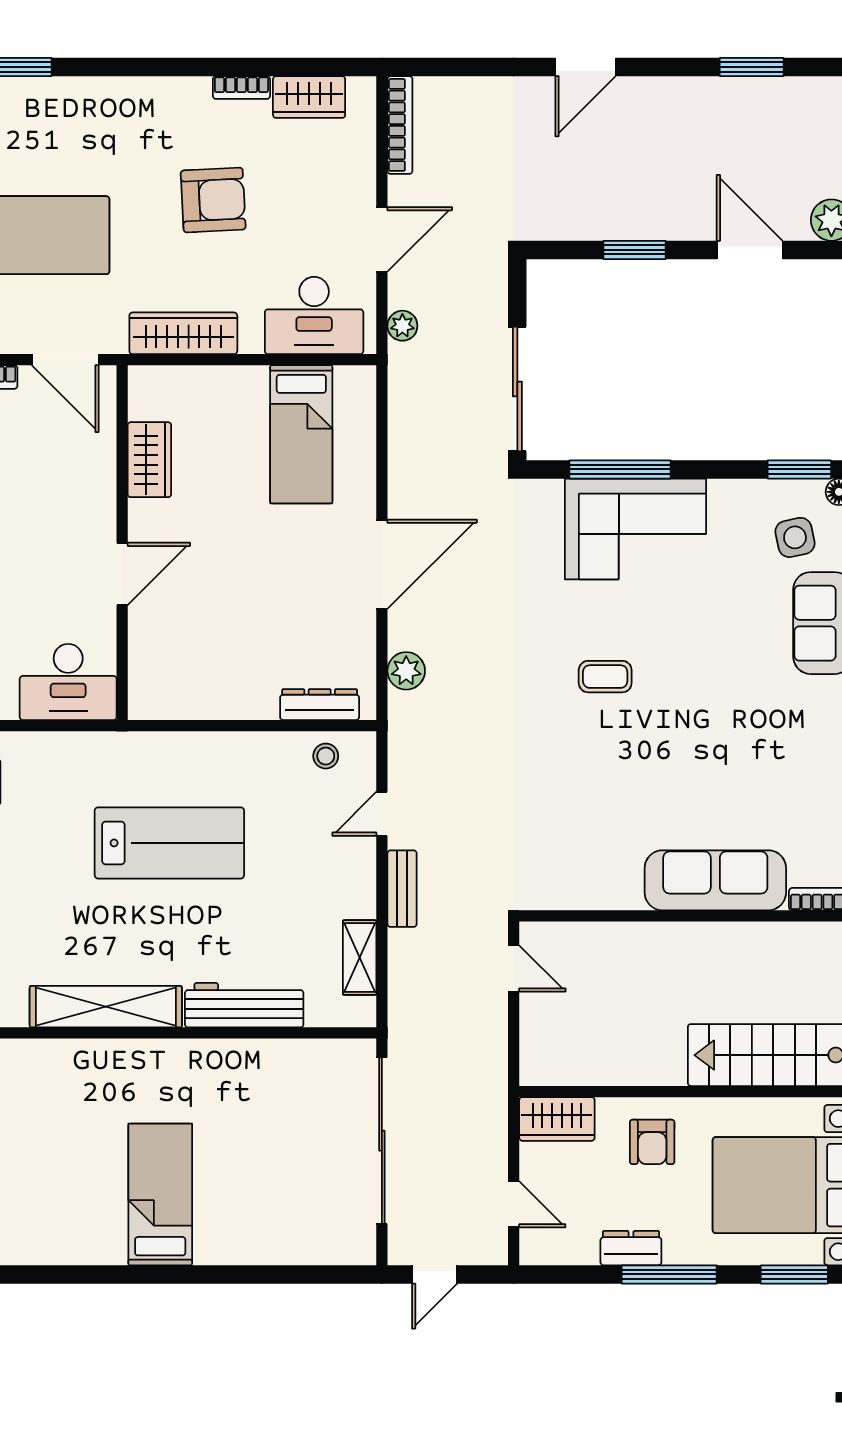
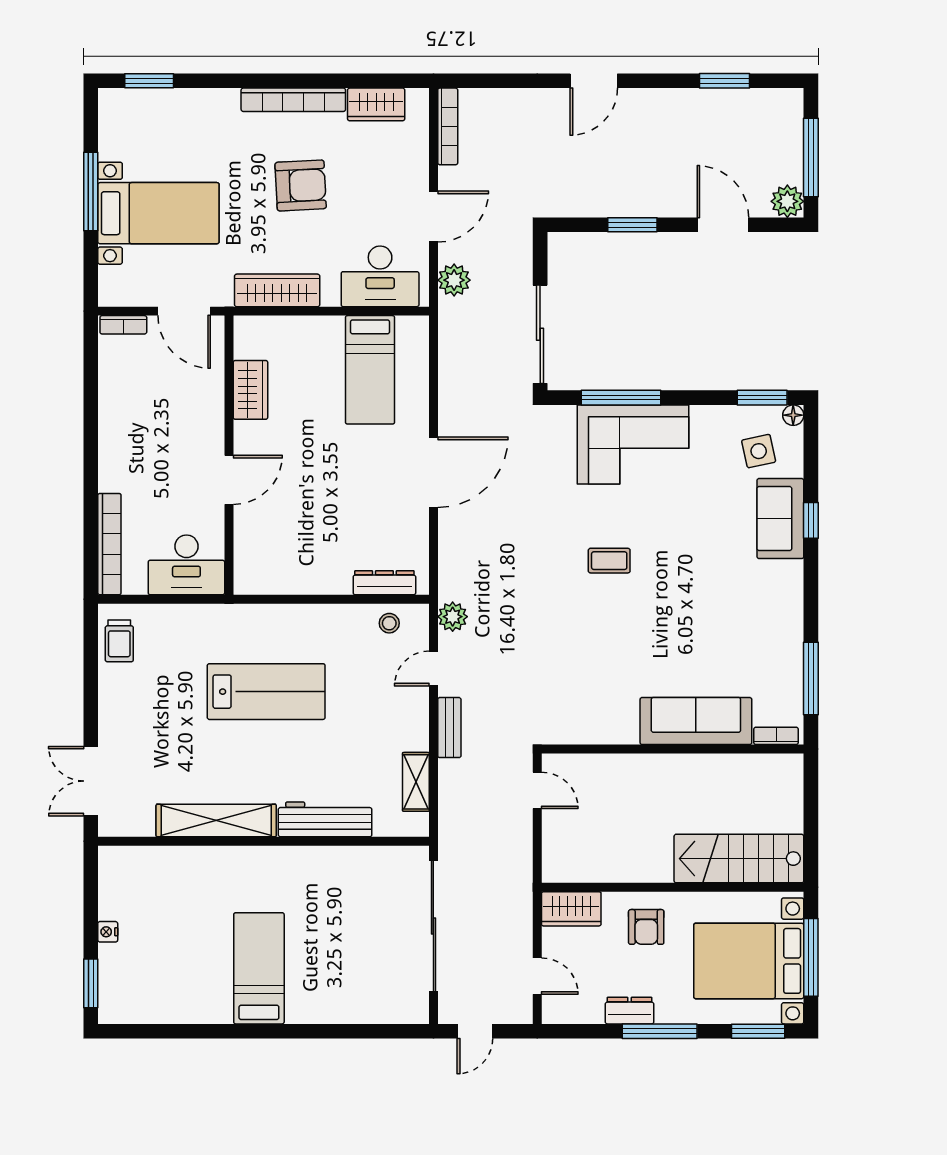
bookcase: (241, 88) -> (293, 100), width x2.31, depth x1.31
plant: (402, 326) -> (454, 280), width x1.38, depth x1.38
plant: (406, 671) -> (453, 617), moved

